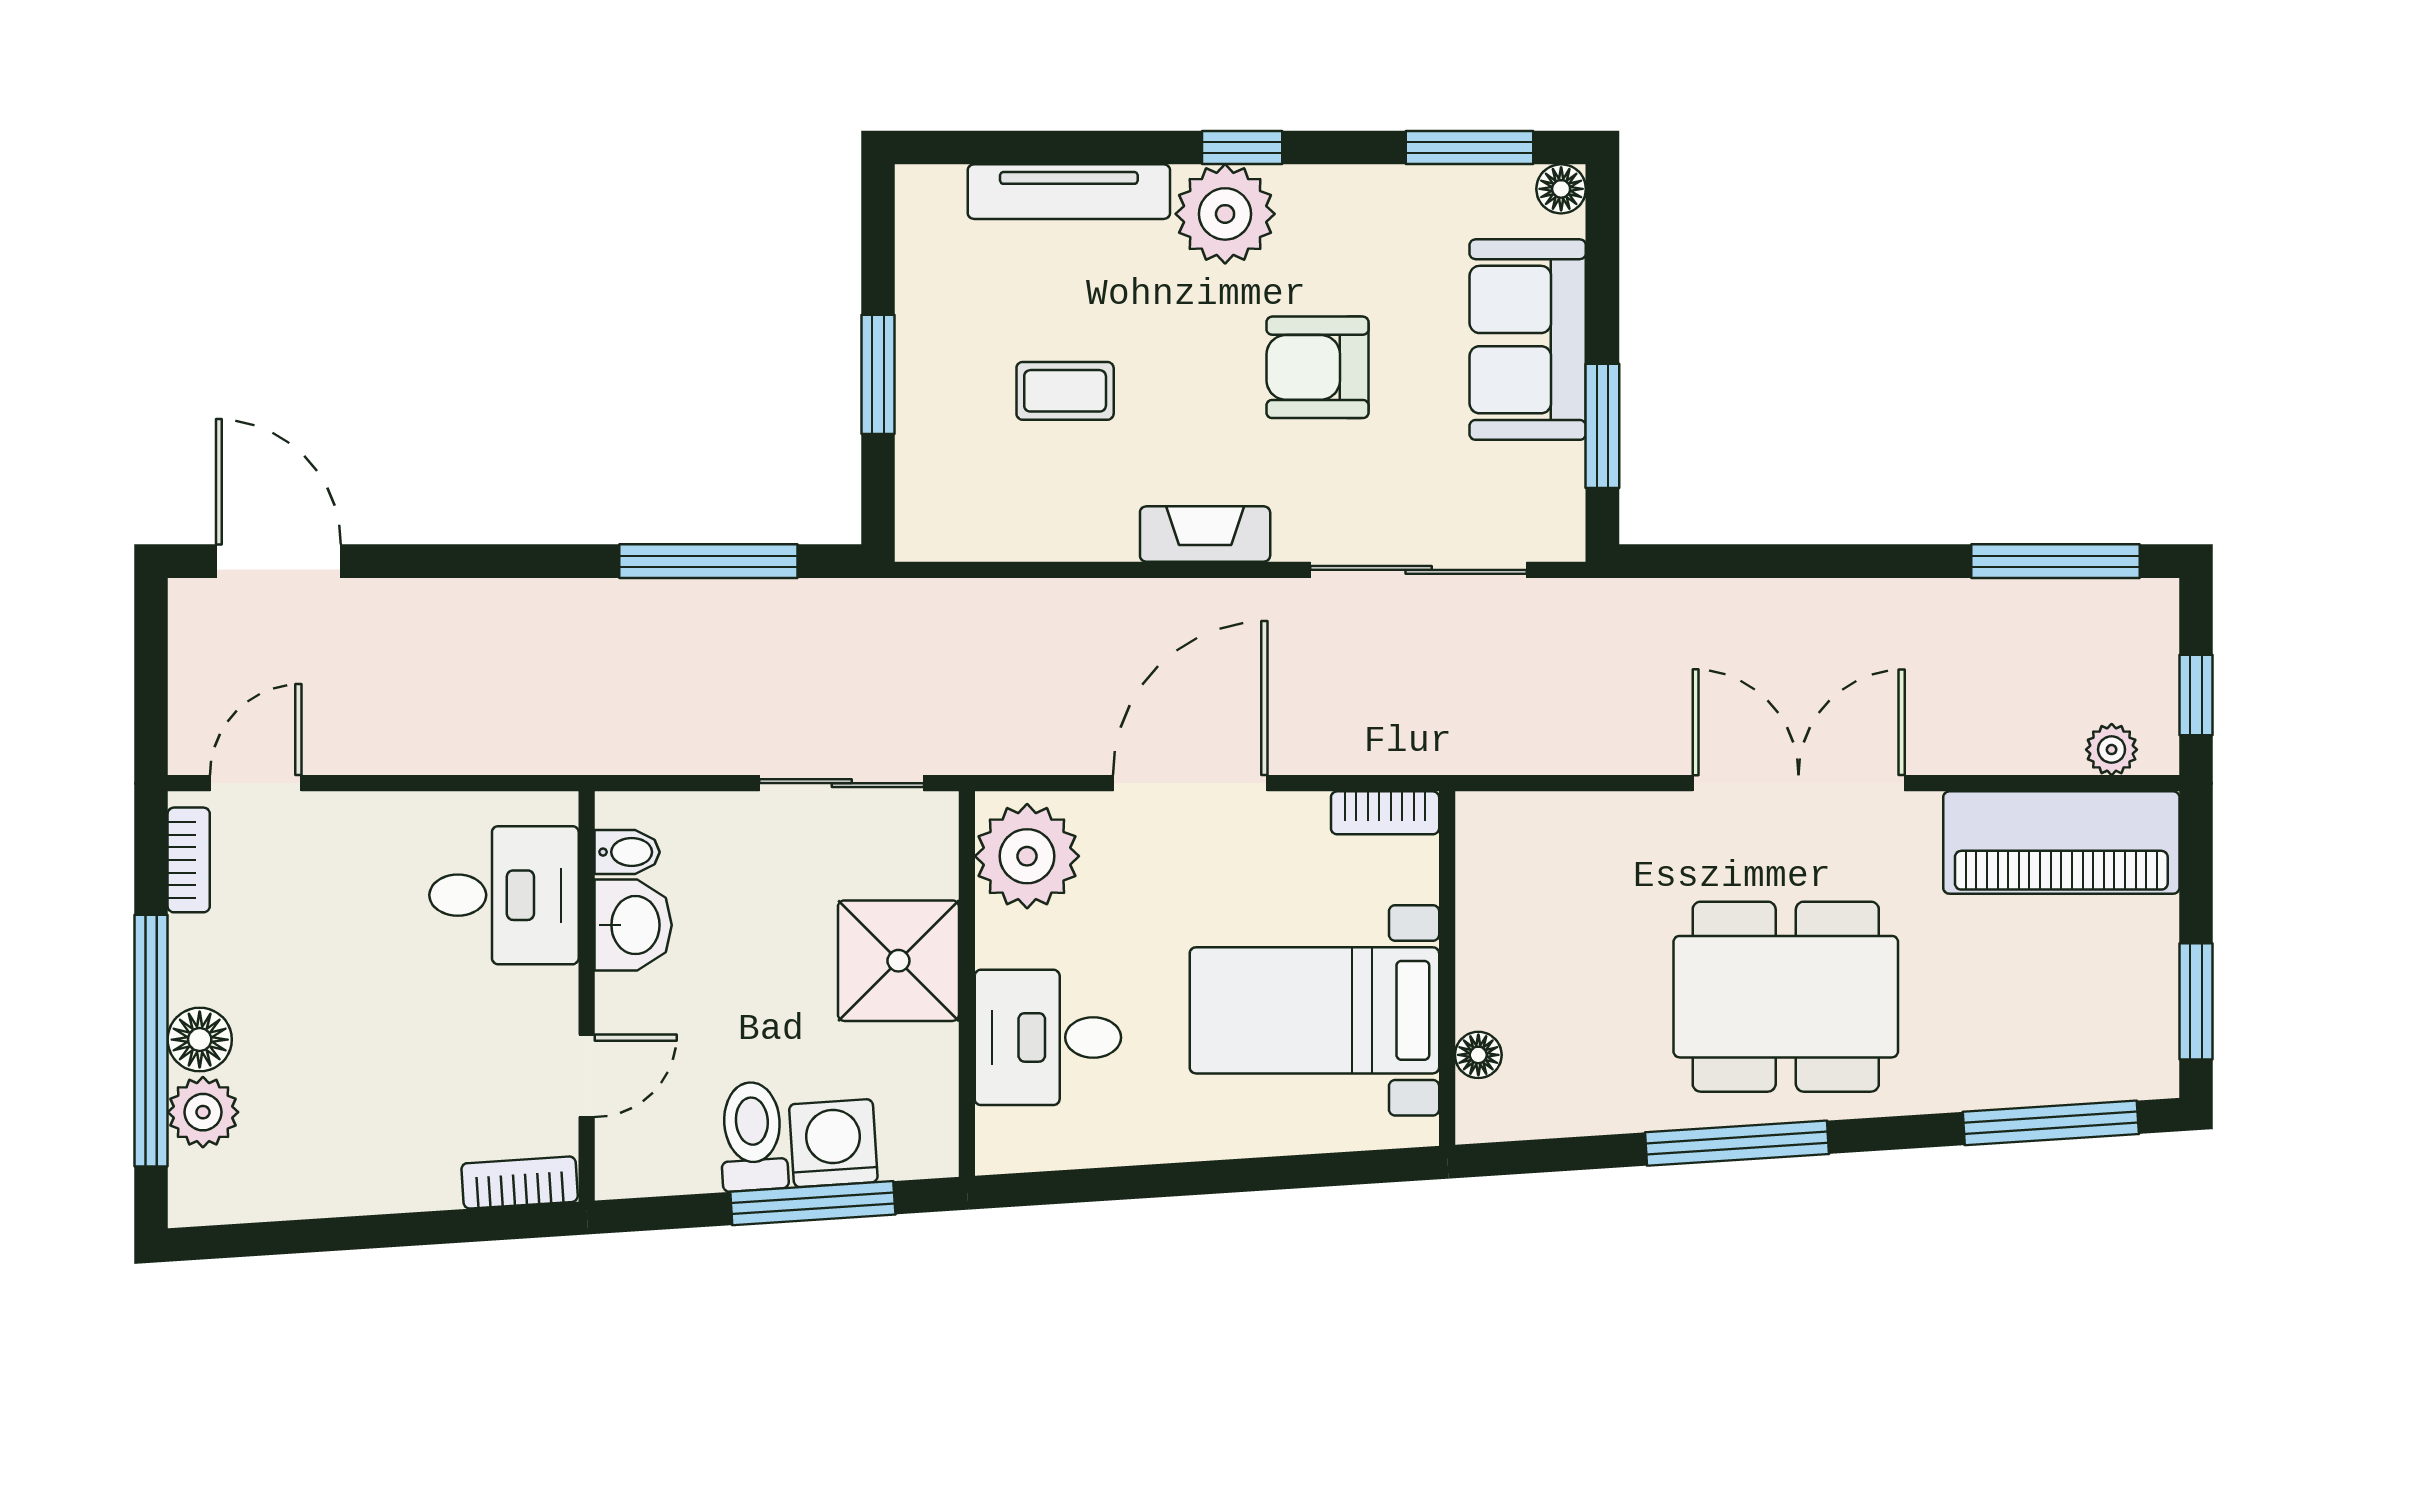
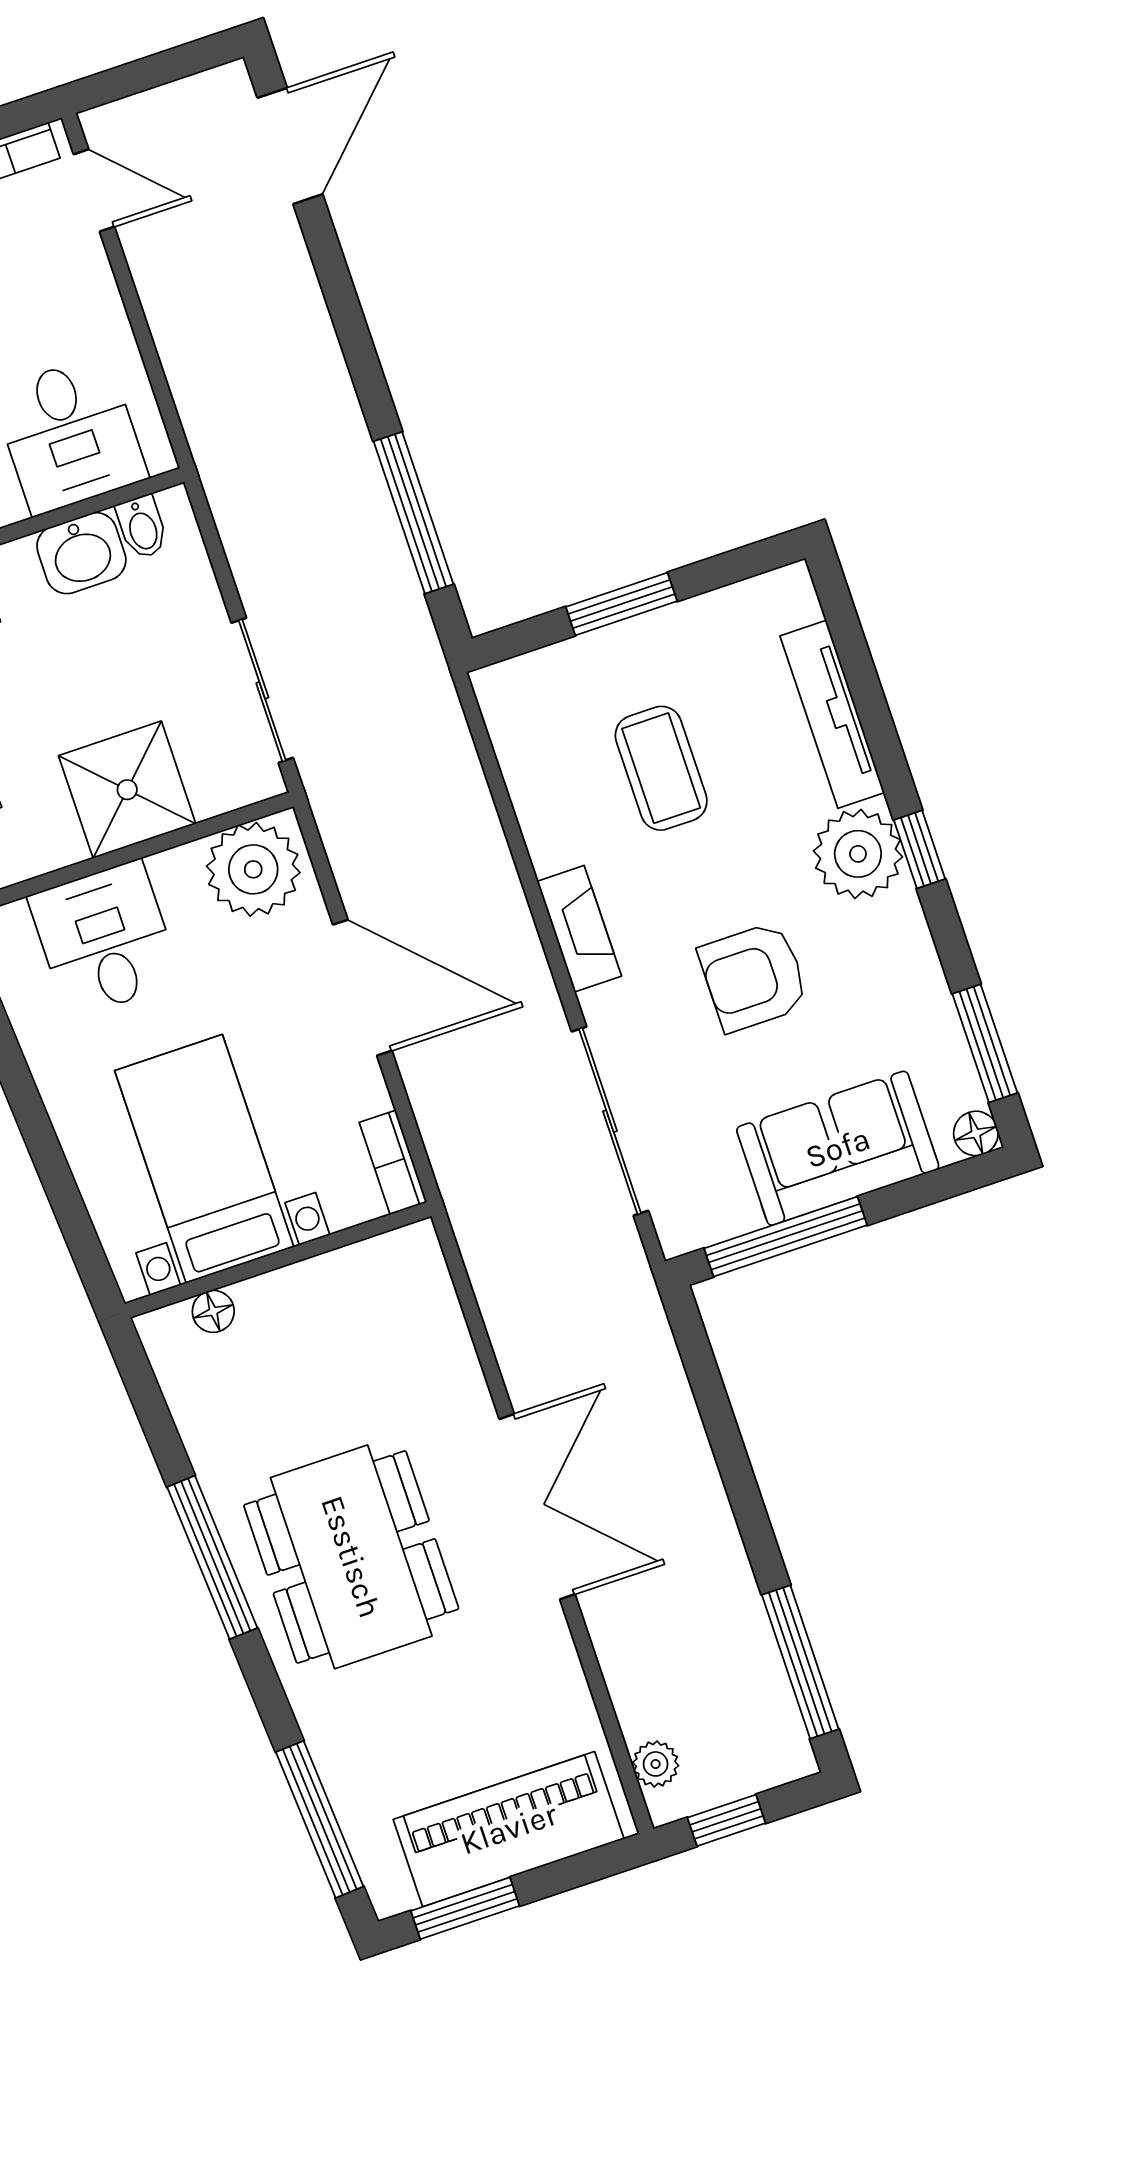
armchair: (1318, 367) -> (754, 977), turned -90
coffee table: (1065, 391) -> (661, 768), width x1.36, depth x1.30
window: (1602, 426) -> (786, 1237), width x1.44
piano: (2061, 843) -> (509, 1829), moved, turned 90

